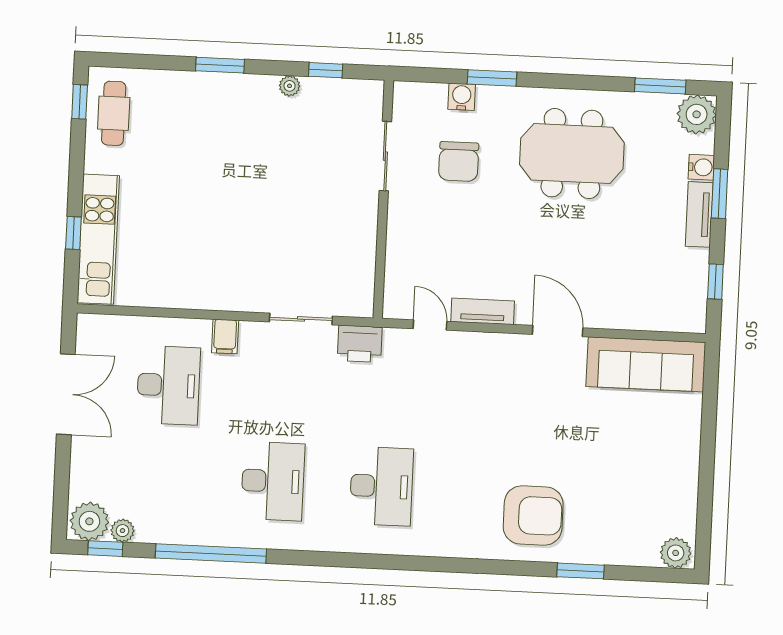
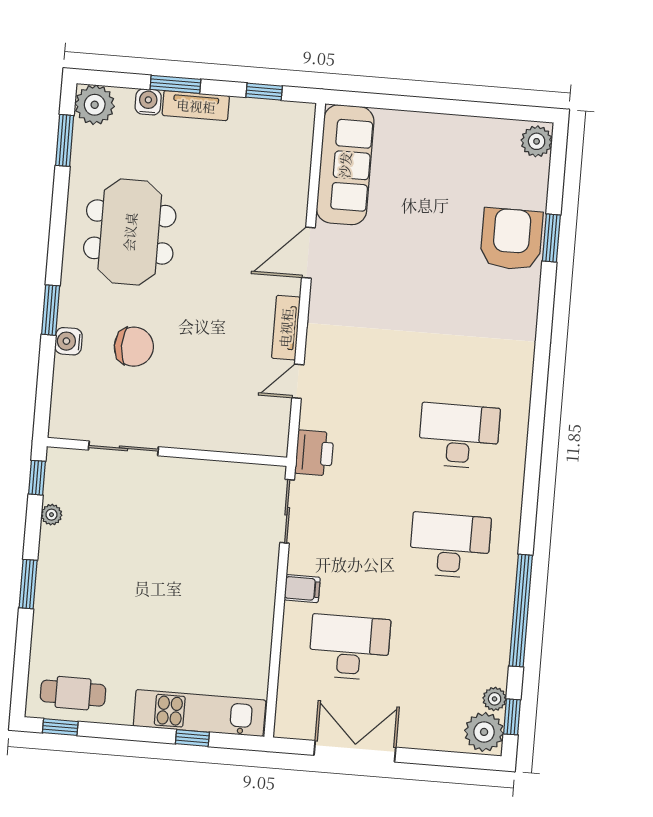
sliding door: (385, 156) -> (123, 448), moved
wall: (383, 199) -> (167, 452), moved
armchair: (533, 515) -> (511, 239), moved

